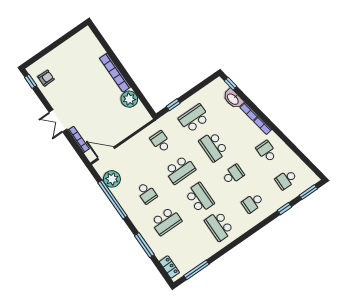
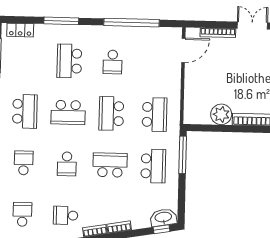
washbasin: (233, 99) -> (163, 217), moved
window: (173, 105) -> (183, 155), width x2.17
school desk: (161, 142) -> (155, 115), width x1.85
school desk: (267, 151) -> (66, 215), turned 180
plant: (112, 179) -> (153, 37), removed
school desk: (147, 193) -> (113, 62), turned -90
school desk: (219, 226) -> (25, 111), turned 90

